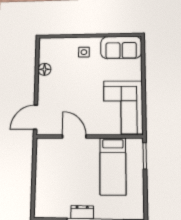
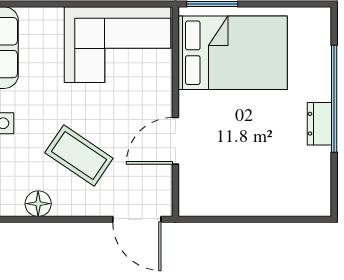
coffee table: (68, 89) -> (79, 156), added
bed: (113, 166) -> (233, 53), width x1.50

